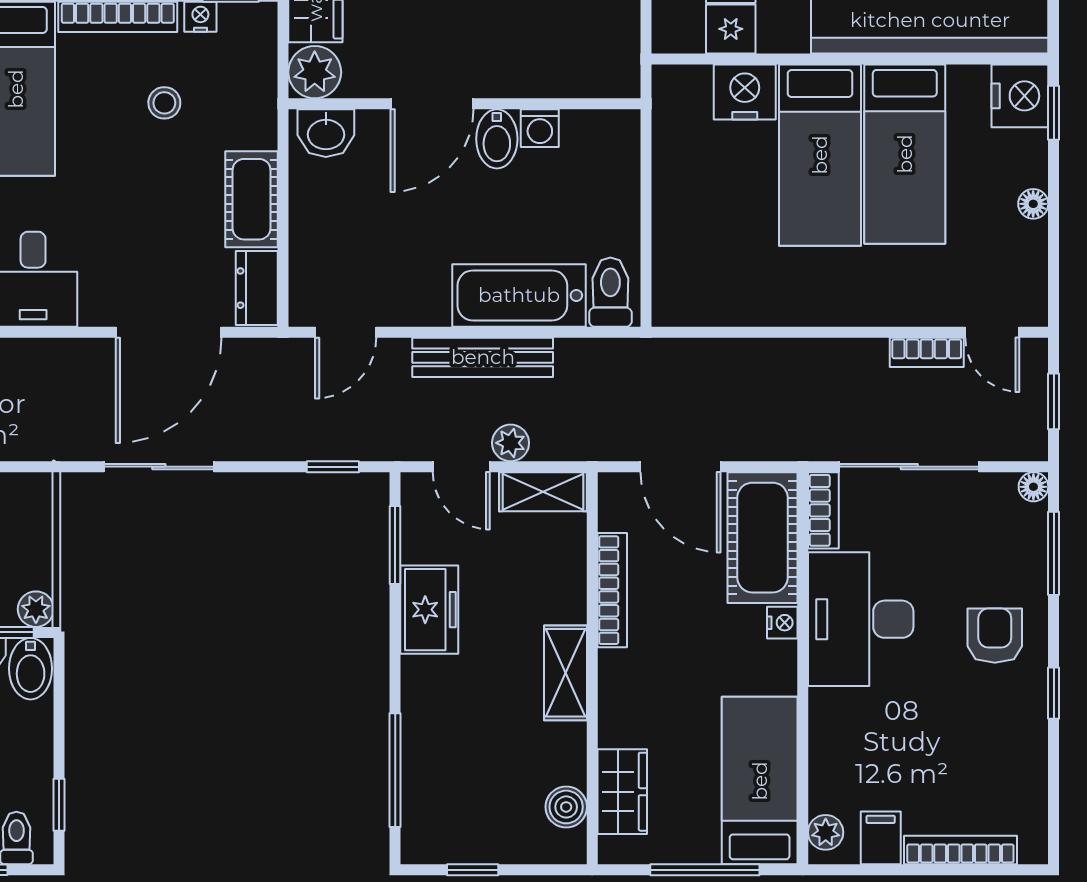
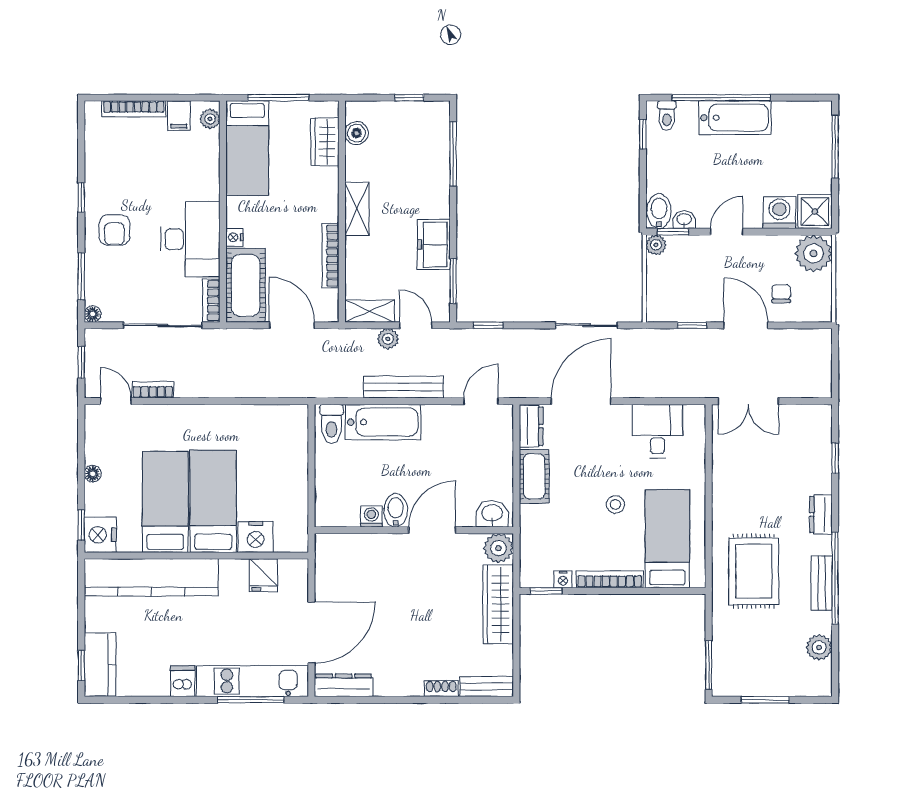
stool: (164, 103) -> (615, 504), moved

